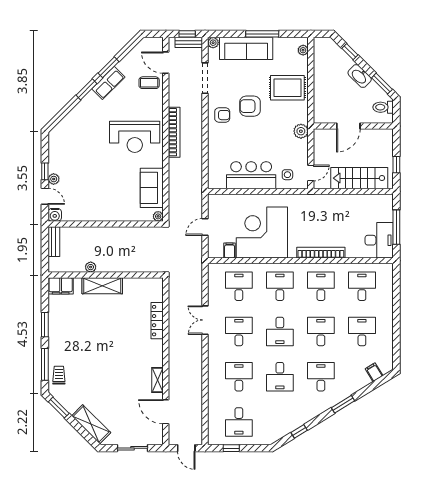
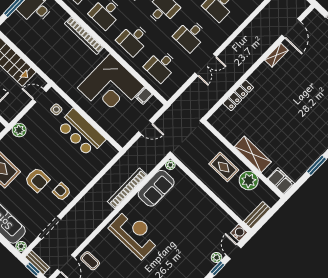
bookcase: (174, 132) -> (127, 188), moved
rug: (115, 254) -> (224, 167), added
plant: (91, 267) -> (249, 181), width x1.88, depth x1.88

